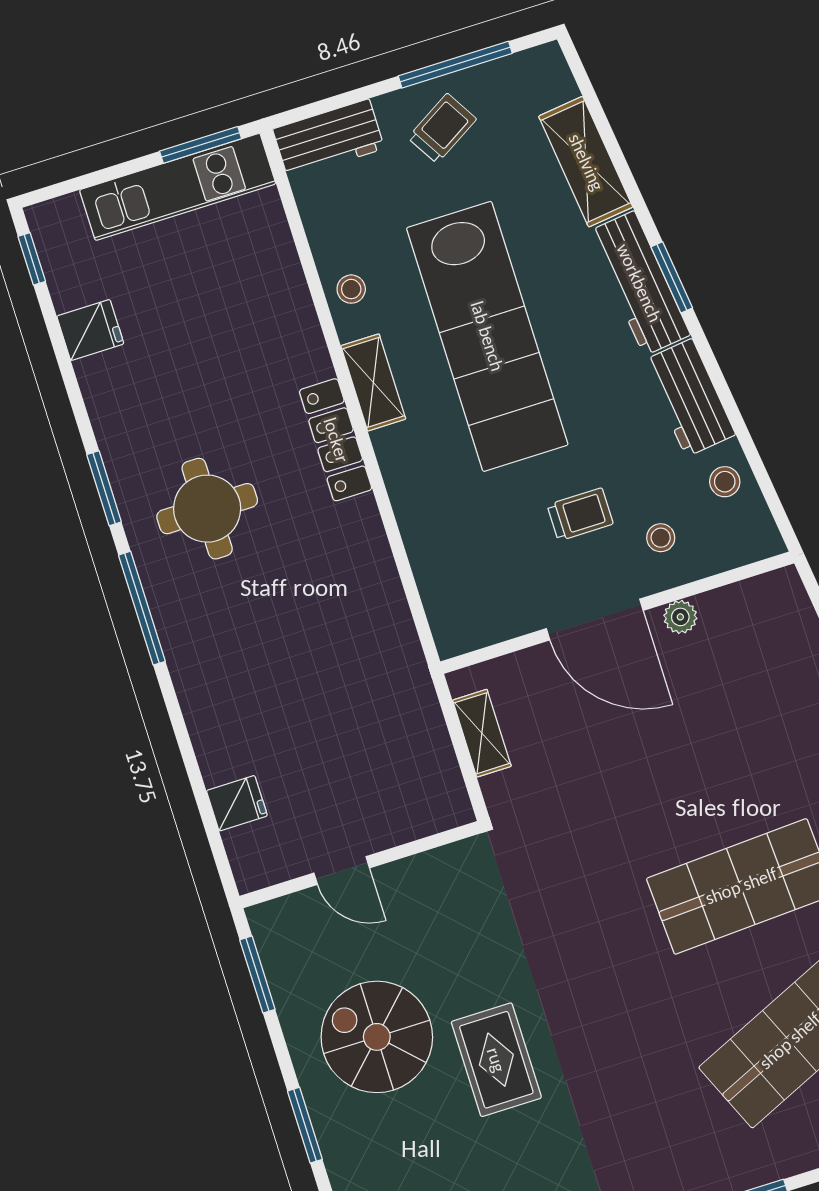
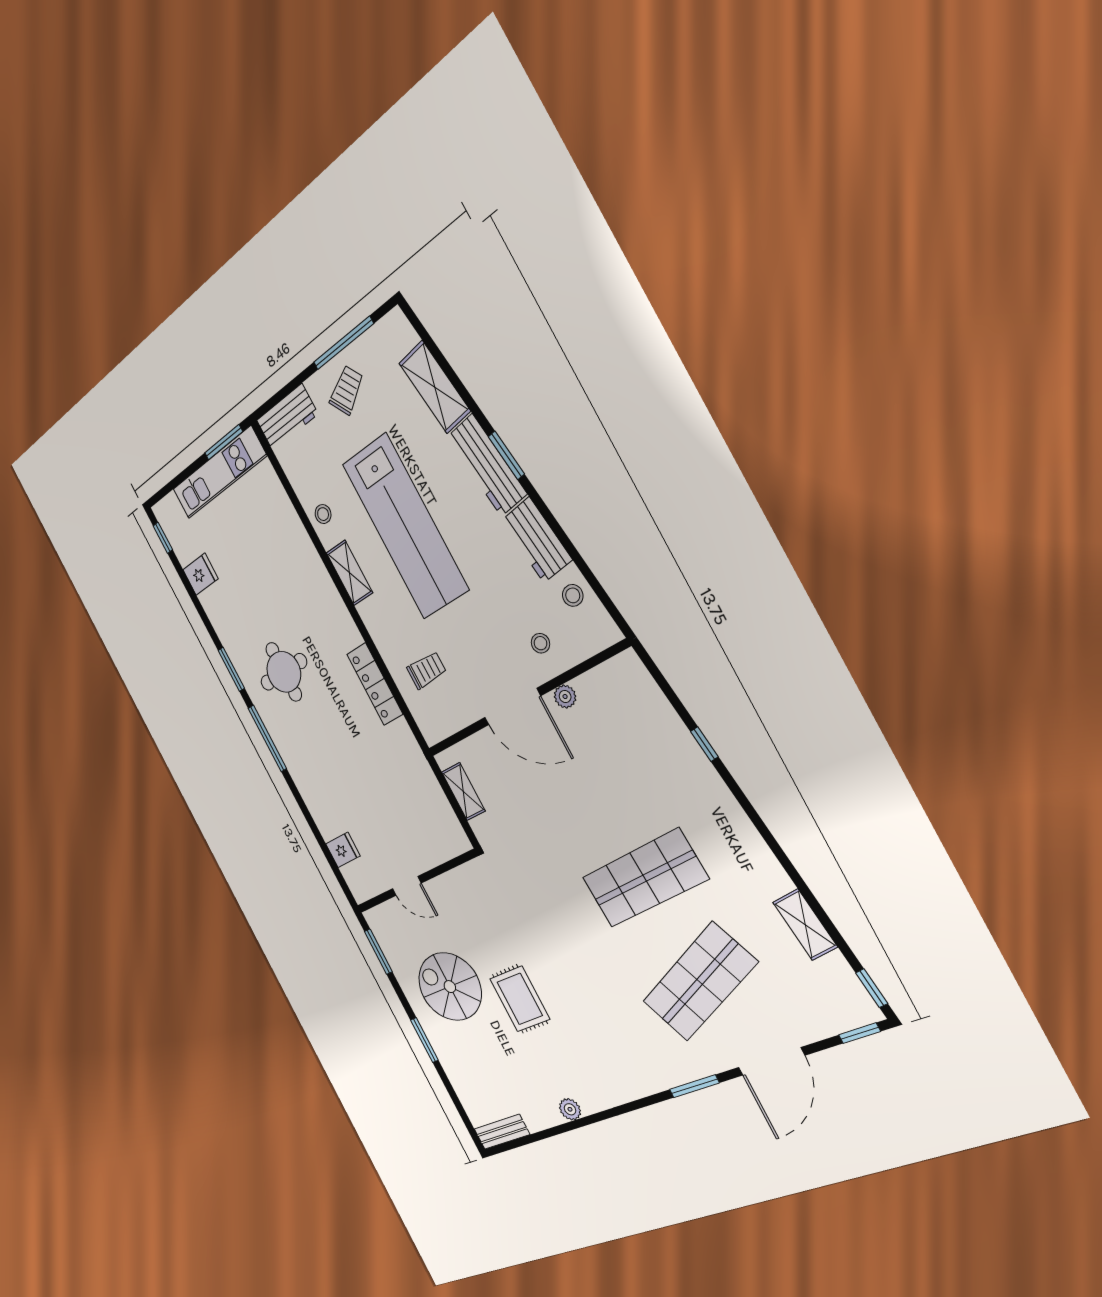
locker: (336, 440) -> (375, 684), moved
trolley: (580, 514) -> (427, 670), moved

